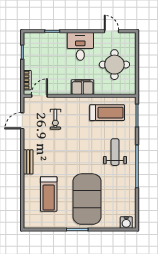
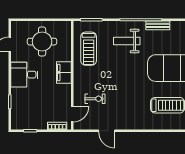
door: (39, 96) -> (72, 114), swing flipped
treadmill: (107, 113) -> (89, 49), turned 180
door: (22, 121) -> (107, 131), moved
bench: (28, 162) -> (158, 25), moved

